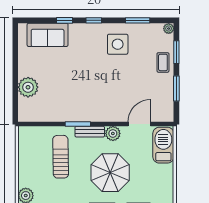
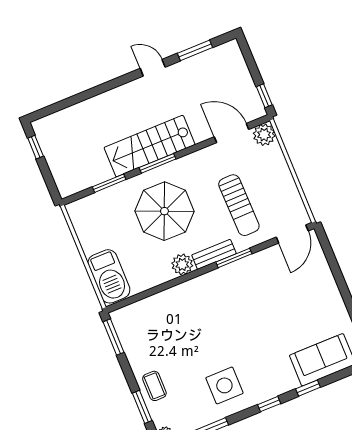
plant: (28, 87) -> (320, 280), removed
window: (176, 89) -> (114, 337), moved
door: (139, 124) -> (292, 234), moved

